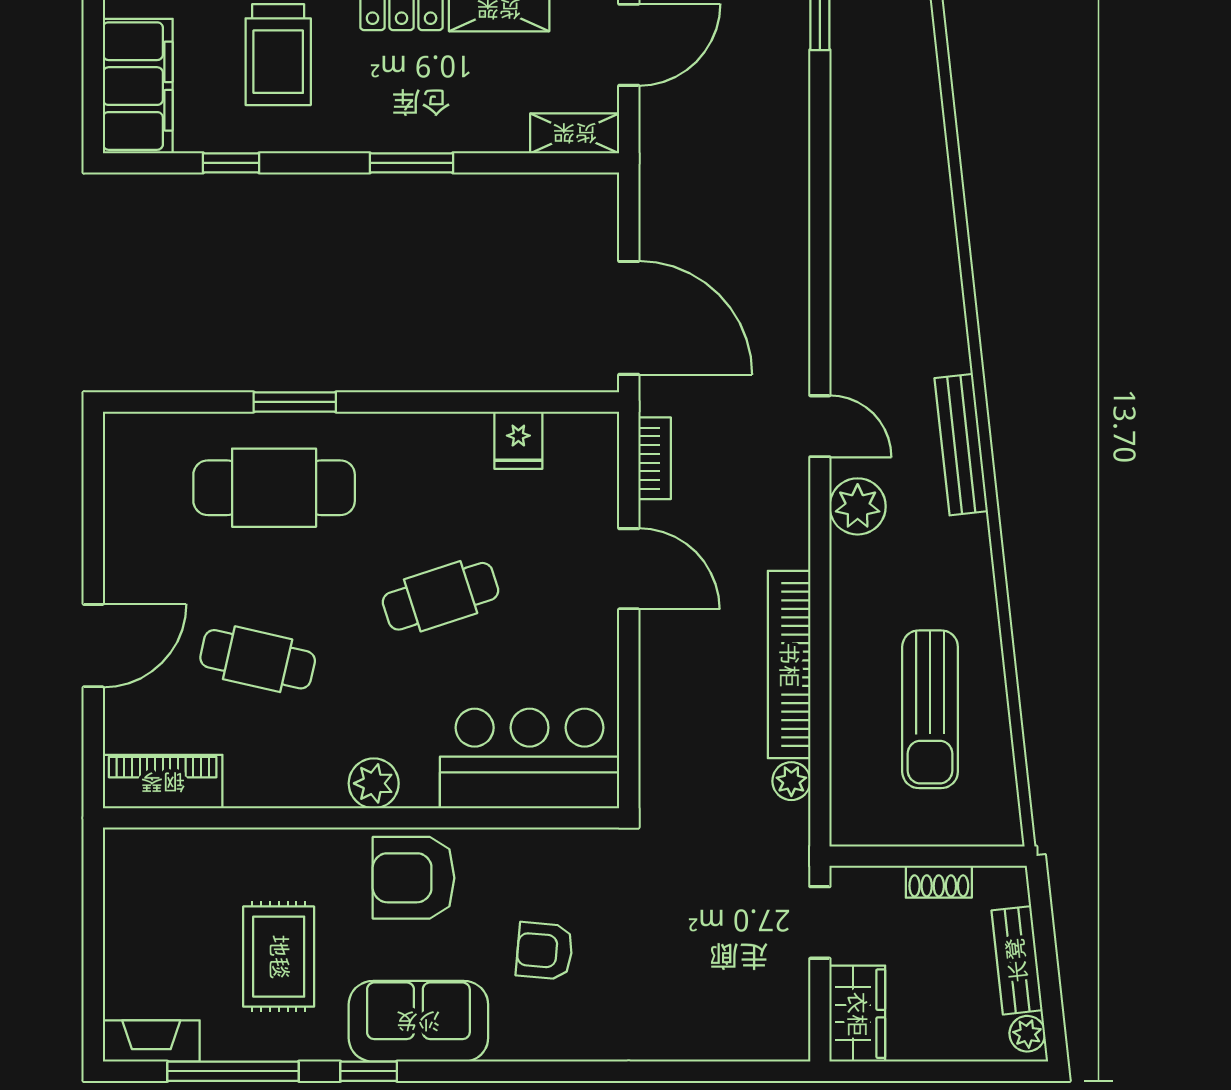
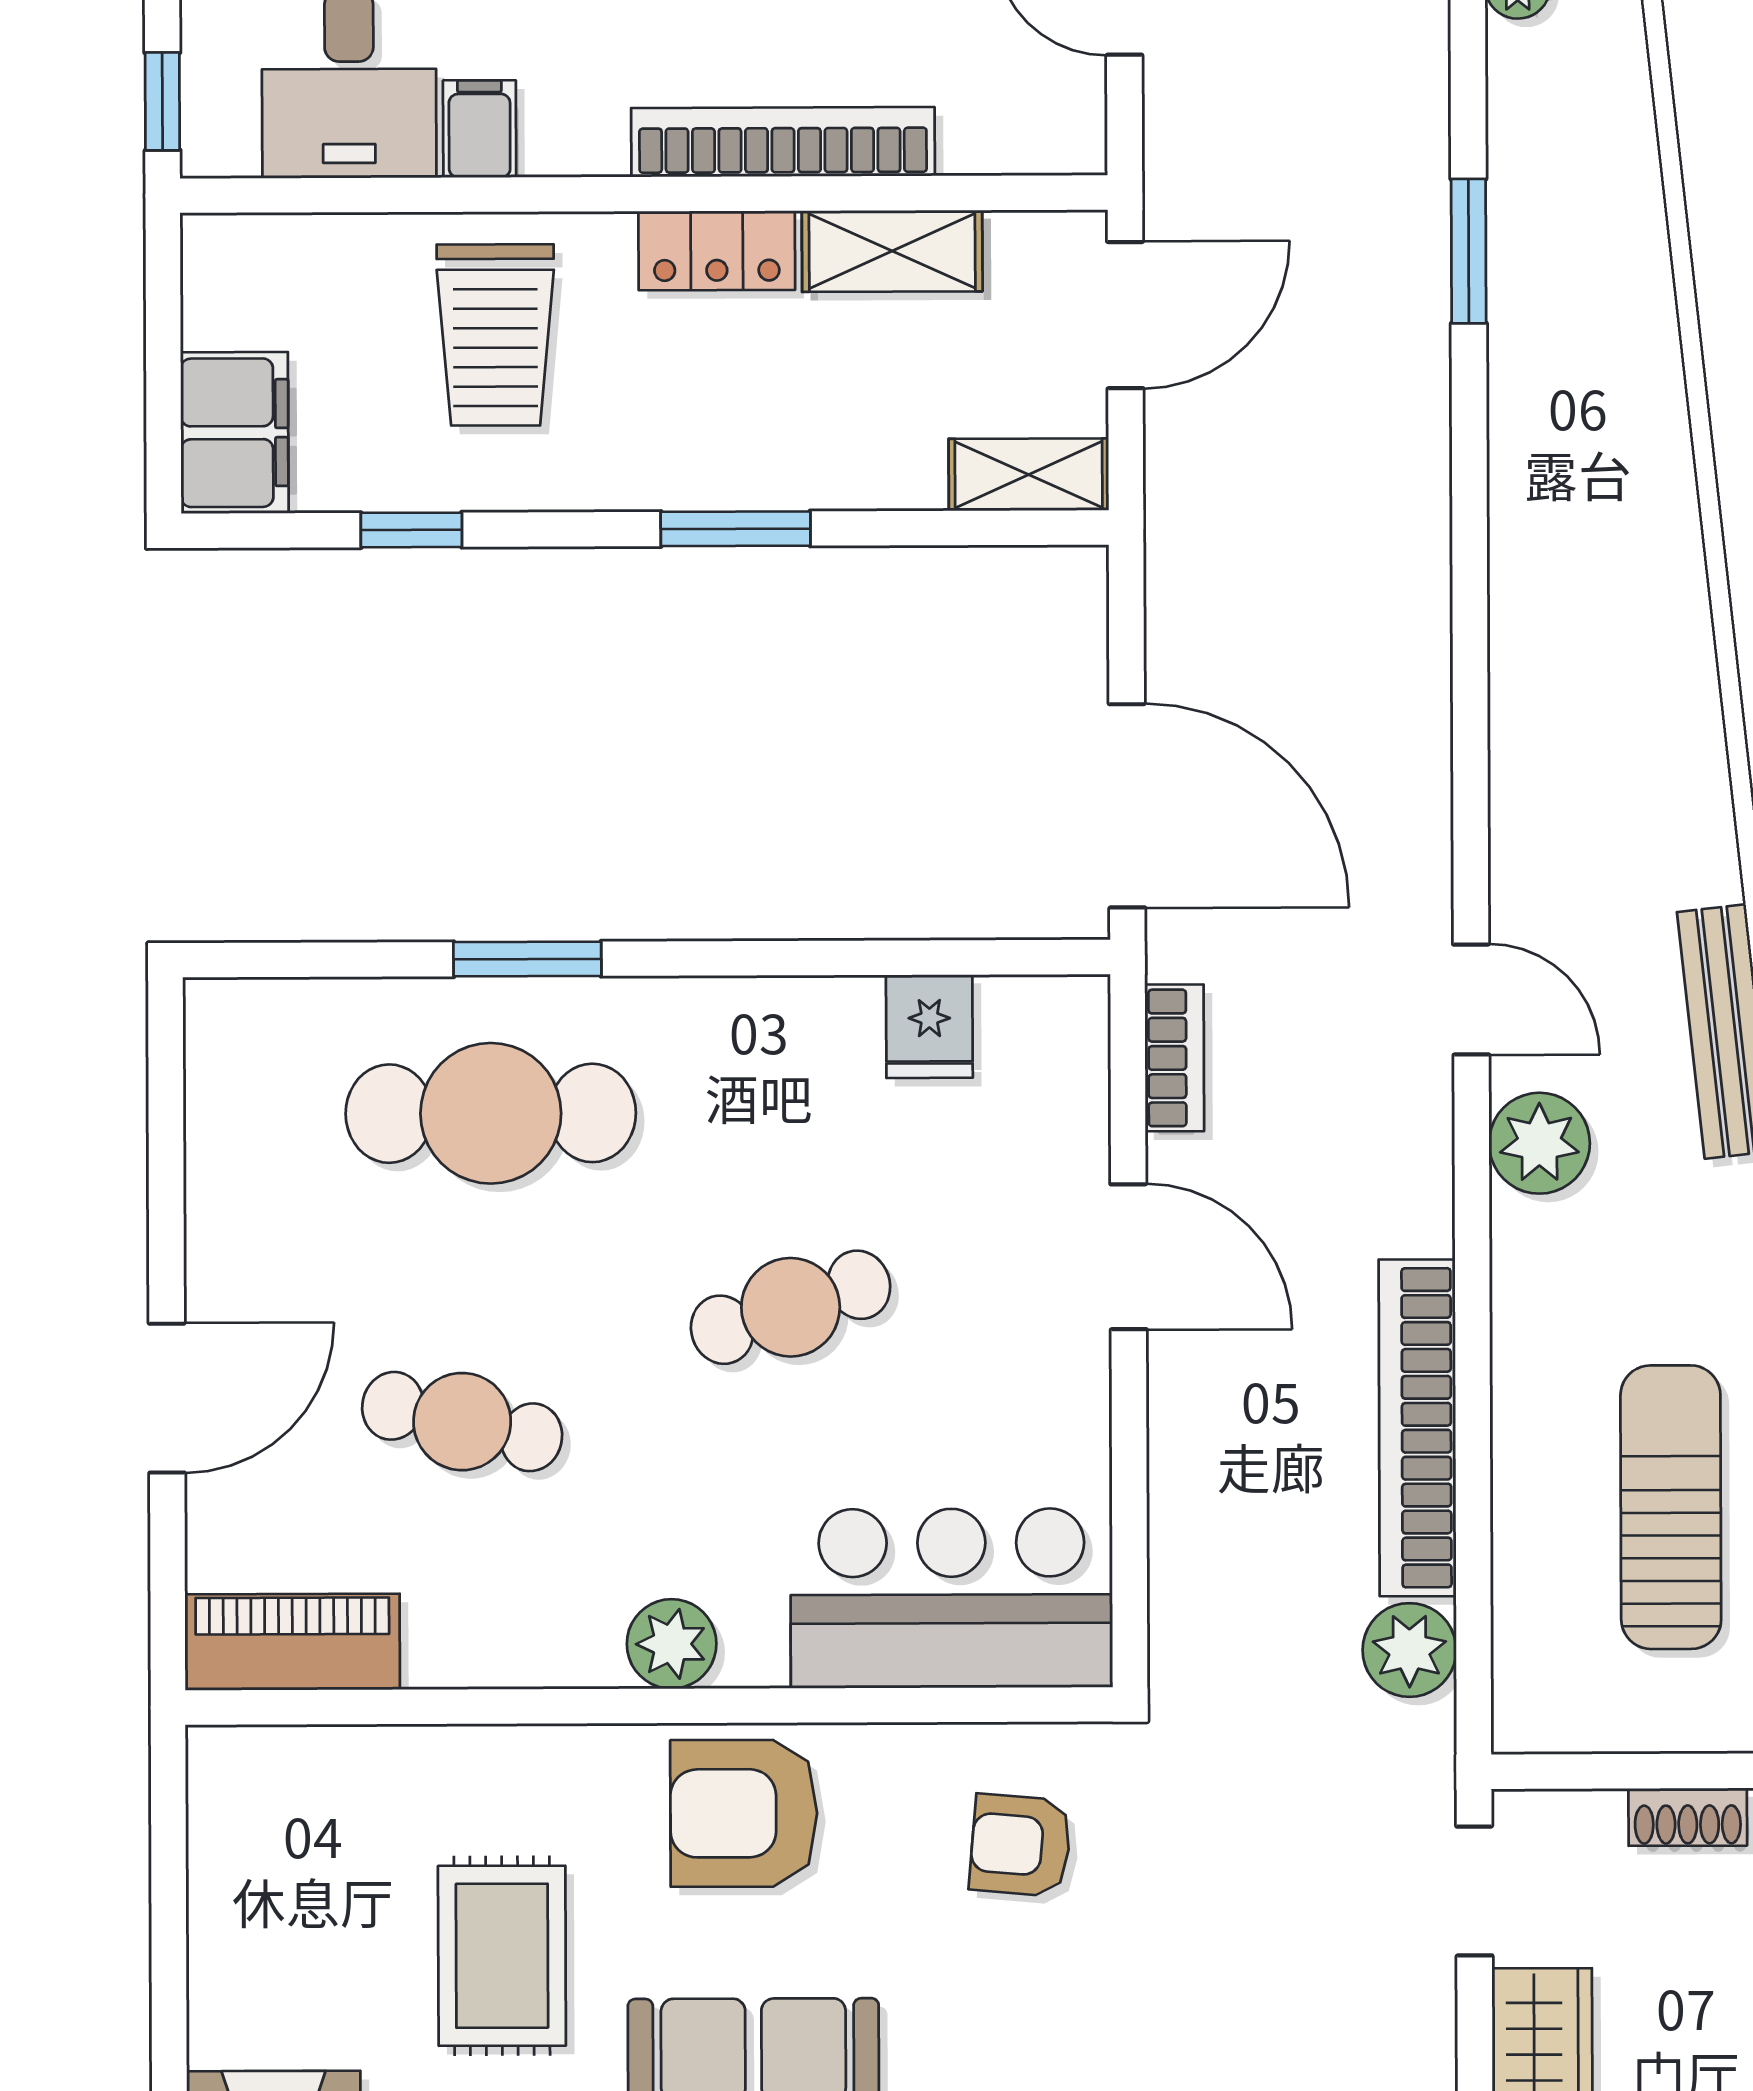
filing cabinet: (138, 86) -> (234, 433), width x0.67, depth x0.86
sun lounger: (930, 709) -> (1671, 1507), turned 180
plant: (791, 781) -> (1409, 1650), width x1.38, depth x1.38
armchair: (545, 951) -> (1021, 1845), moved

